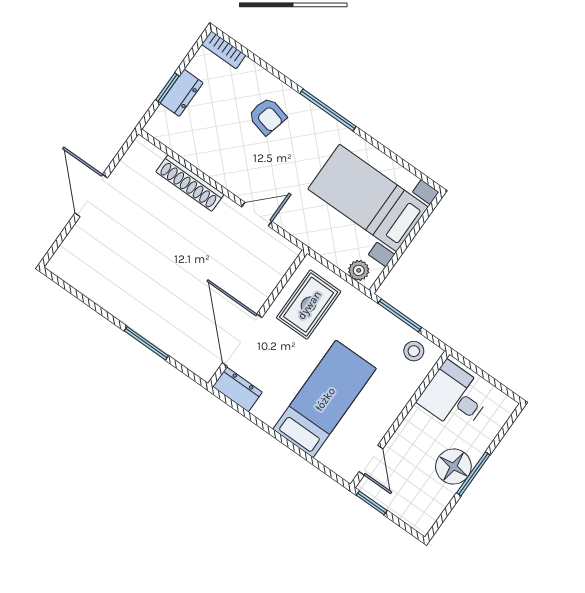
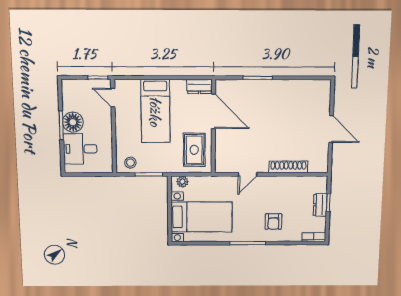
armchair: (267, 116) -> (273, 221), turned -104
desk: (455, 397) -> (80, 149), moved, turned 180

